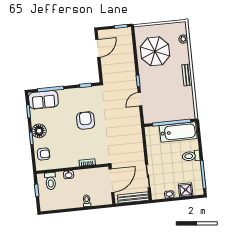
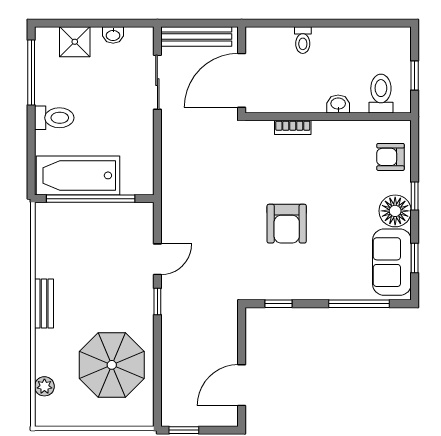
sofa: (43, 100) -> (392, 262), moved, turned -90

